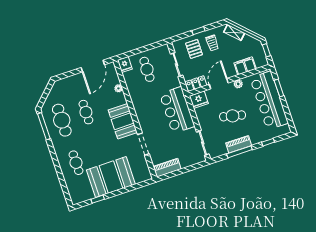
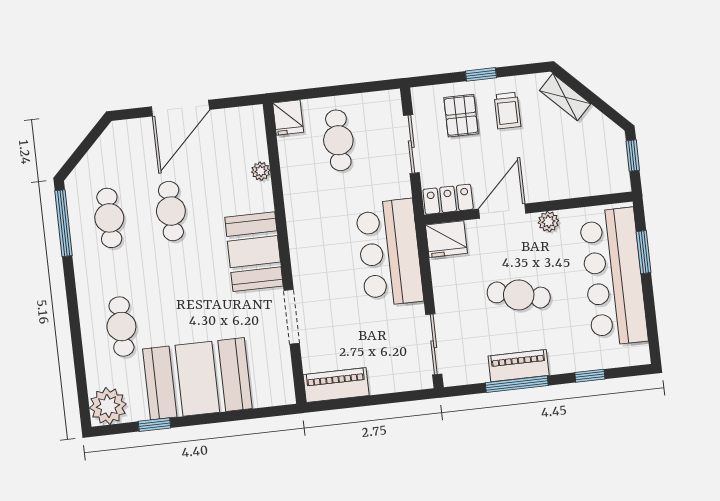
door: (93, 66) -> (180, 108), moved
filing cabinet: (245, 66) -> (574, 182), removed
cafe table: (62, 120) -> (109, 218), width x0.73, depth x0.74
plant: (77, 196) -> (108, 406), added

